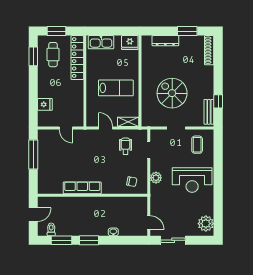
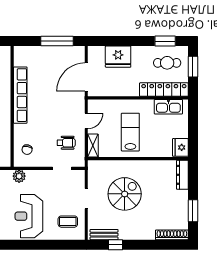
dresser: (165, 41) -> (182, 175), moved
kitchen sink: (101, 42) -> (168, 107), moved, turned -90
lab bench: (116, 88) -> (130, 132), turned 180
fridge: (45, 104) -> (118, 57), width x1.88, depth x1.34
door: (66, 128) -> (86, 77), width x1.88
plant: (156, 178) -> (19, 176), moved
row of seats: (82, 188) -> (20, 95), width x1.36

